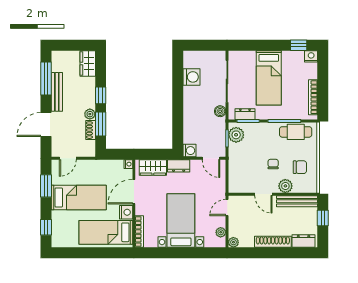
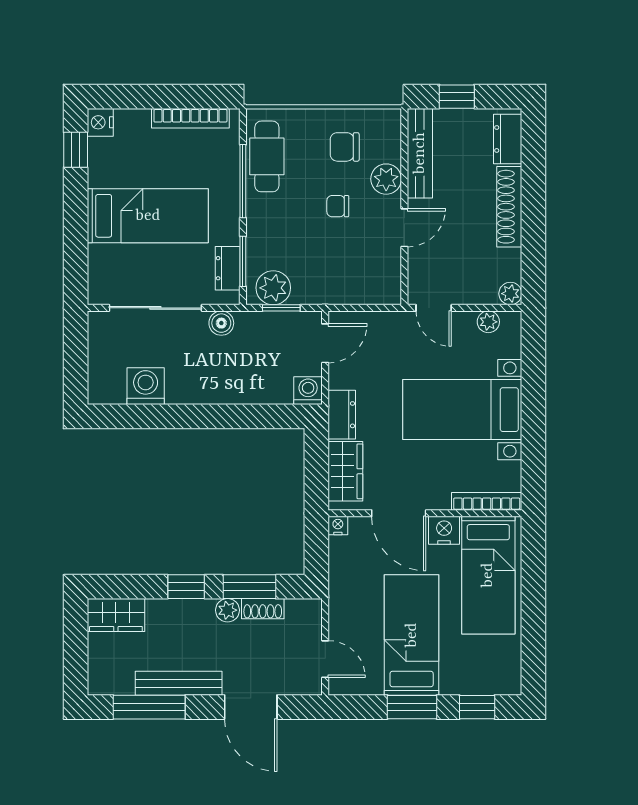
chair: (300, 167) -> (345, 147), turned -90
window: (46, 186) -> (412, 707), moved

